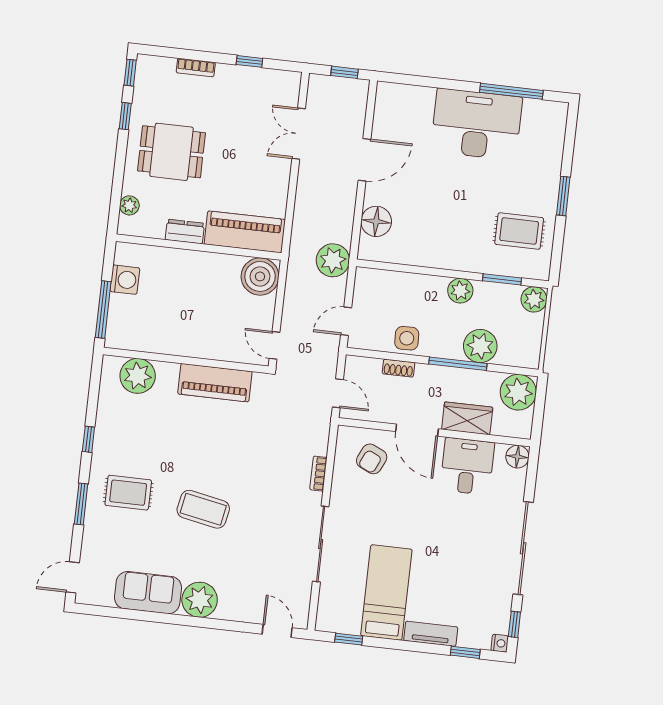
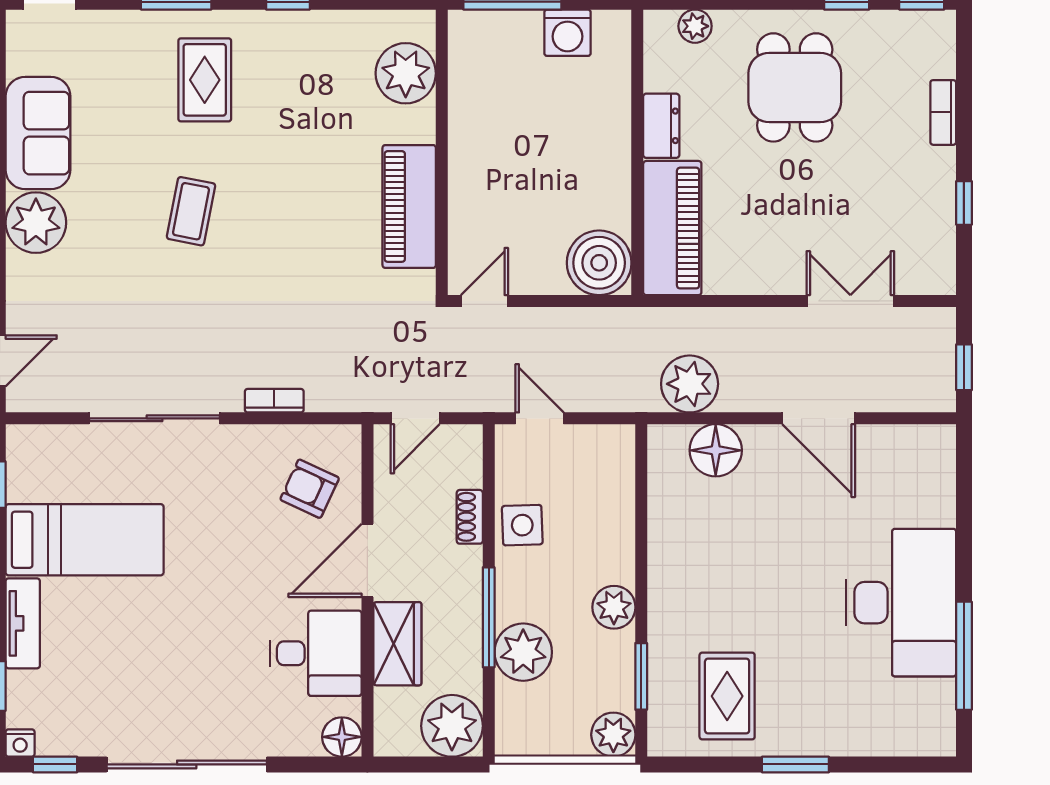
plant: (333, 260) -> (690, 384), moved
coffee table: (203, 509) -> (191, 211), width x0.73, depth x0.77

